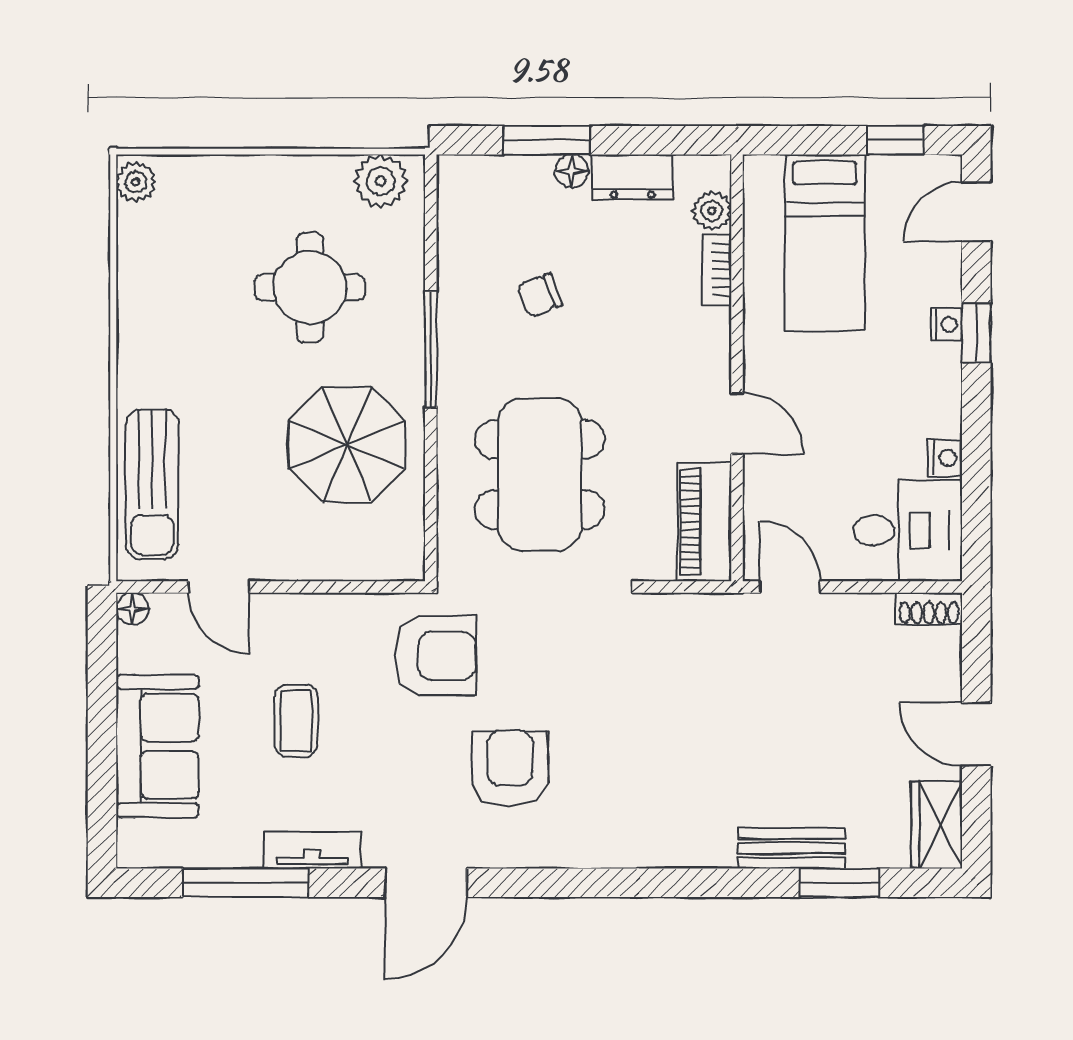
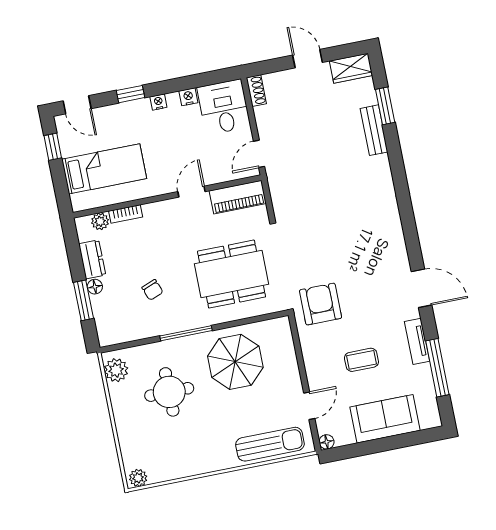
nightstand: (947, 324) -> (158, 102), moved
door: (976, 734) -> (307, 59), swing flipped
armchair: (510, 769) -> (364, 261), removed

